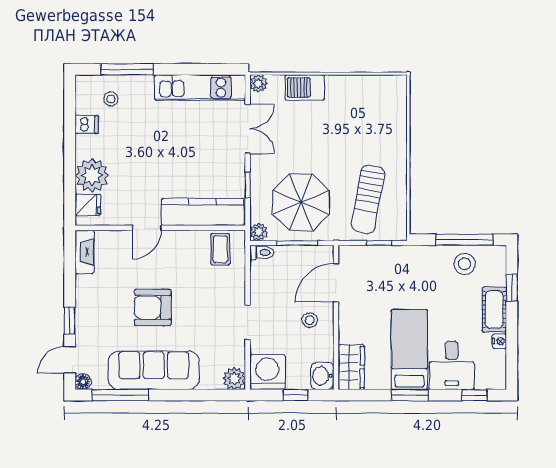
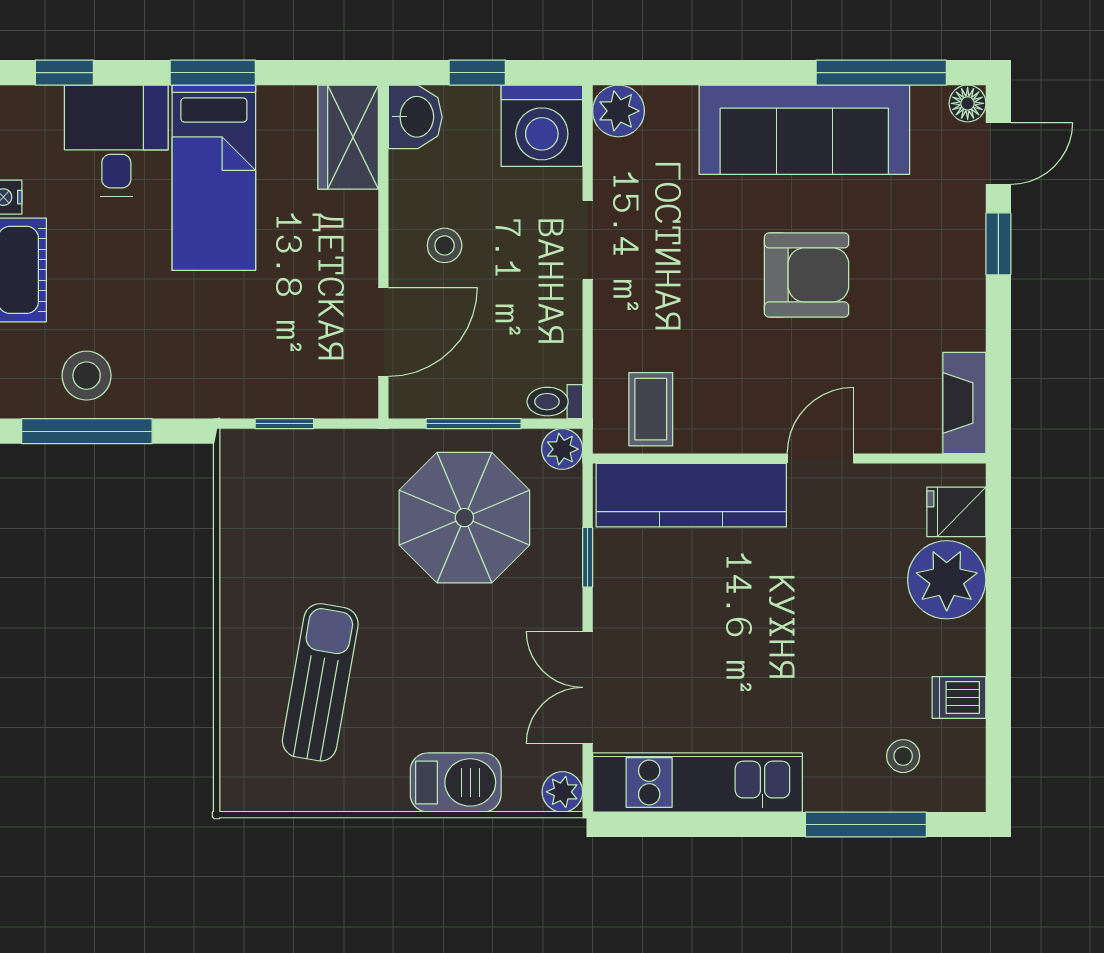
sun lounger: (368, 199) -> (320, 682), moved

